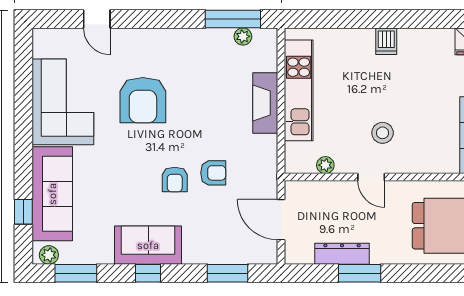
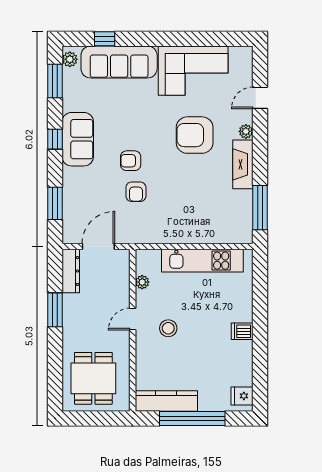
plant: (243, 36) -> (246, 131), moved
fireplace: (265, 103) -> (243, 164), moved, turned -90
dresser: (342, 254) -> (71, 271), moved

